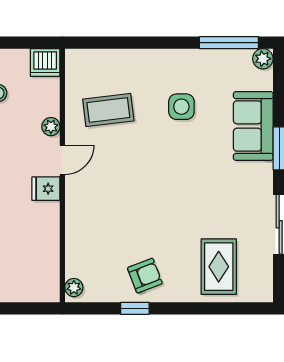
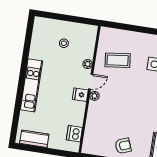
dishwasher: (45, 62) -> (74, 134), moved, turned 90
plant: (74, 288) -> (94, 96), moved

